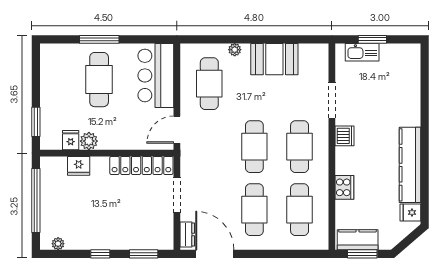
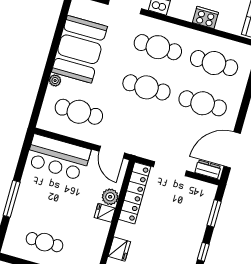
booth: (274, 59) -> (79, 49), width x1.36, depth x1.42
cafe table: (99, 80) -> (44, 242), moved, width x0.73, depth x0.74
fridge: (71, 140) -> (105, 213), moved
plant: (89, 141) -> (110, 197), moved

